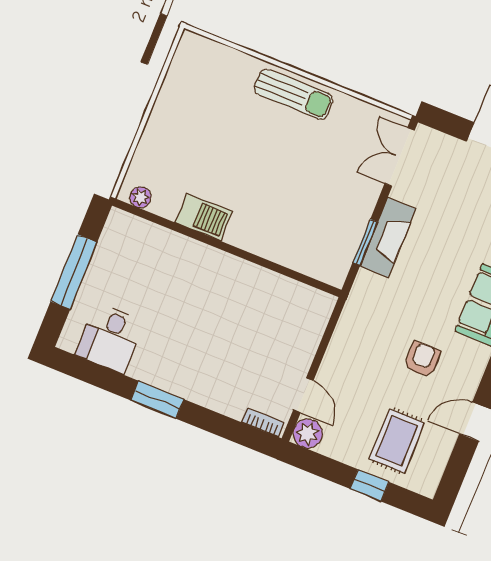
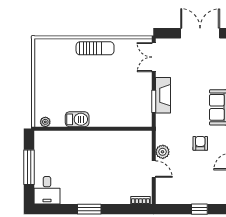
desk: (110, 338) -> (47, 190), moved
door: (303, 395) -> (154, 169), moved
plant: (308, 434) -> (163, 152), moved
rug: (397, 441) -> (204, 184), removed

